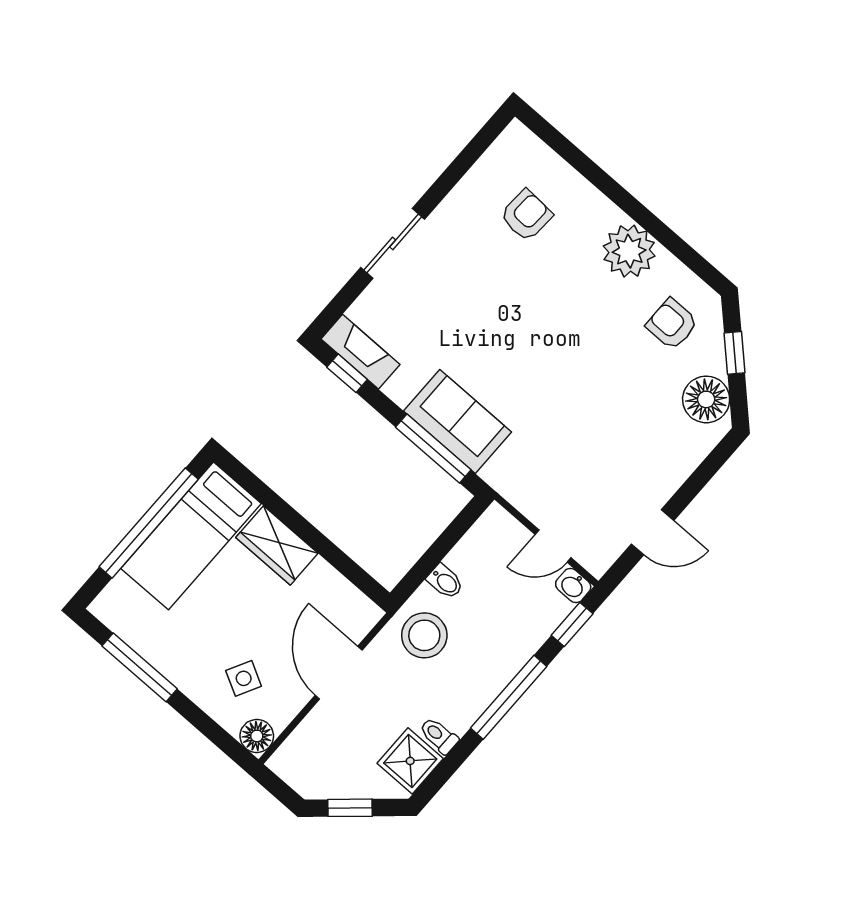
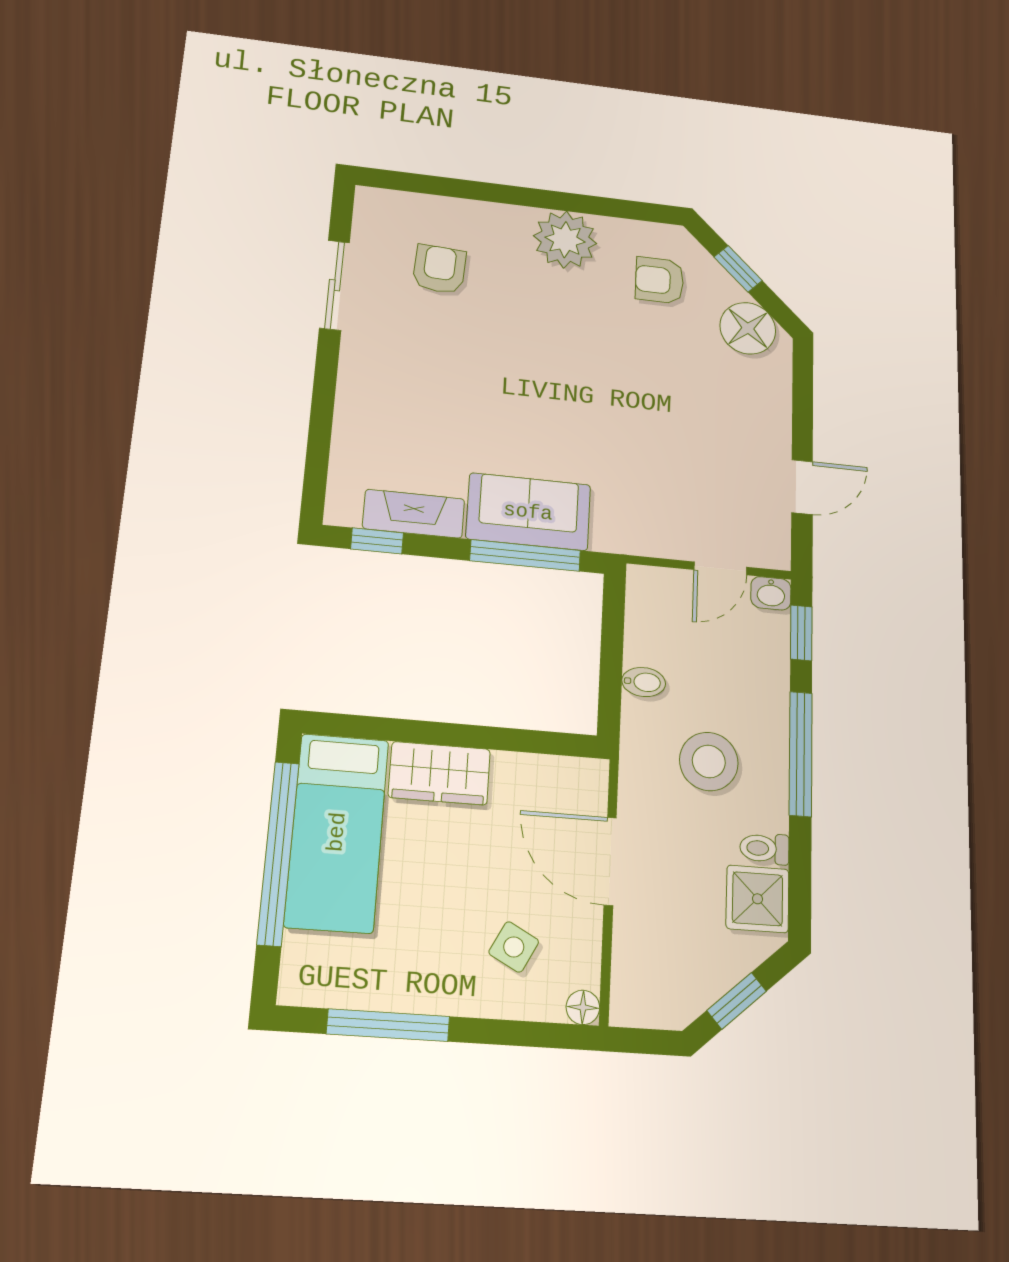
sliding door: (393, 243) -> (335, 285), moved
fireplace: (360, 352) -> (414, 514), moved
stool: (424, 635) -> (709, 761), moved
floor lamp: (257, 736) -> (583, 1007), width x0.73, depth x0.73

